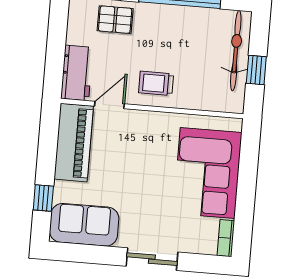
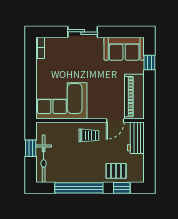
corner sofa: (208, 173) -> (61, 101), moved, turned -90

